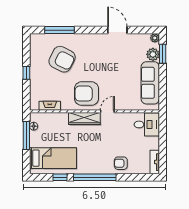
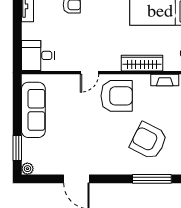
plant: (153, 54) -> (30, 147), removed
wardrobe: (84, 119) -> (142, 63), moved

